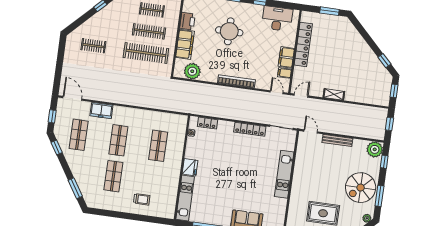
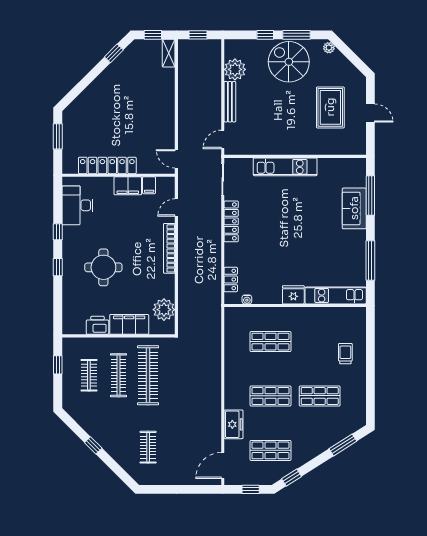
door: (277, 92) -> (176, 208), moved
shelving: (334, 94) -> (169, 53), moved
plant: (375, 149) -> (235, 69), moved
window: (384, 162) -> (265, 35), moved
spiral stairs: (361, 188) -> (289, 62), turned 180

